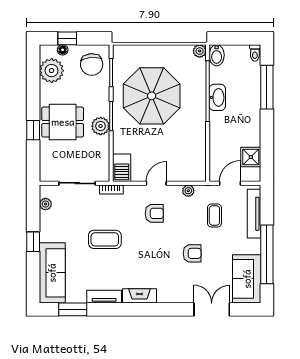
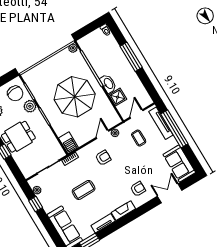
bidet: (217, 55) -> (84, 45), removed
window: (267, 87) -> (131, 57), moved
parasol: (152, 96) -> (75, 97), moved
washbasin: (217, 97) -> (108, 84), moved
plant: (101, 126) -> (30, 106), moved
shower: (251, 157) -> (118, 97), moved
door: (156, 183) -> (103, 134), moved
window: (33, 242) -> (36, 204), moved
armchair: (192, 253) -> (138, 189), moved
window: (267, 254) -> (174, 129), moved

